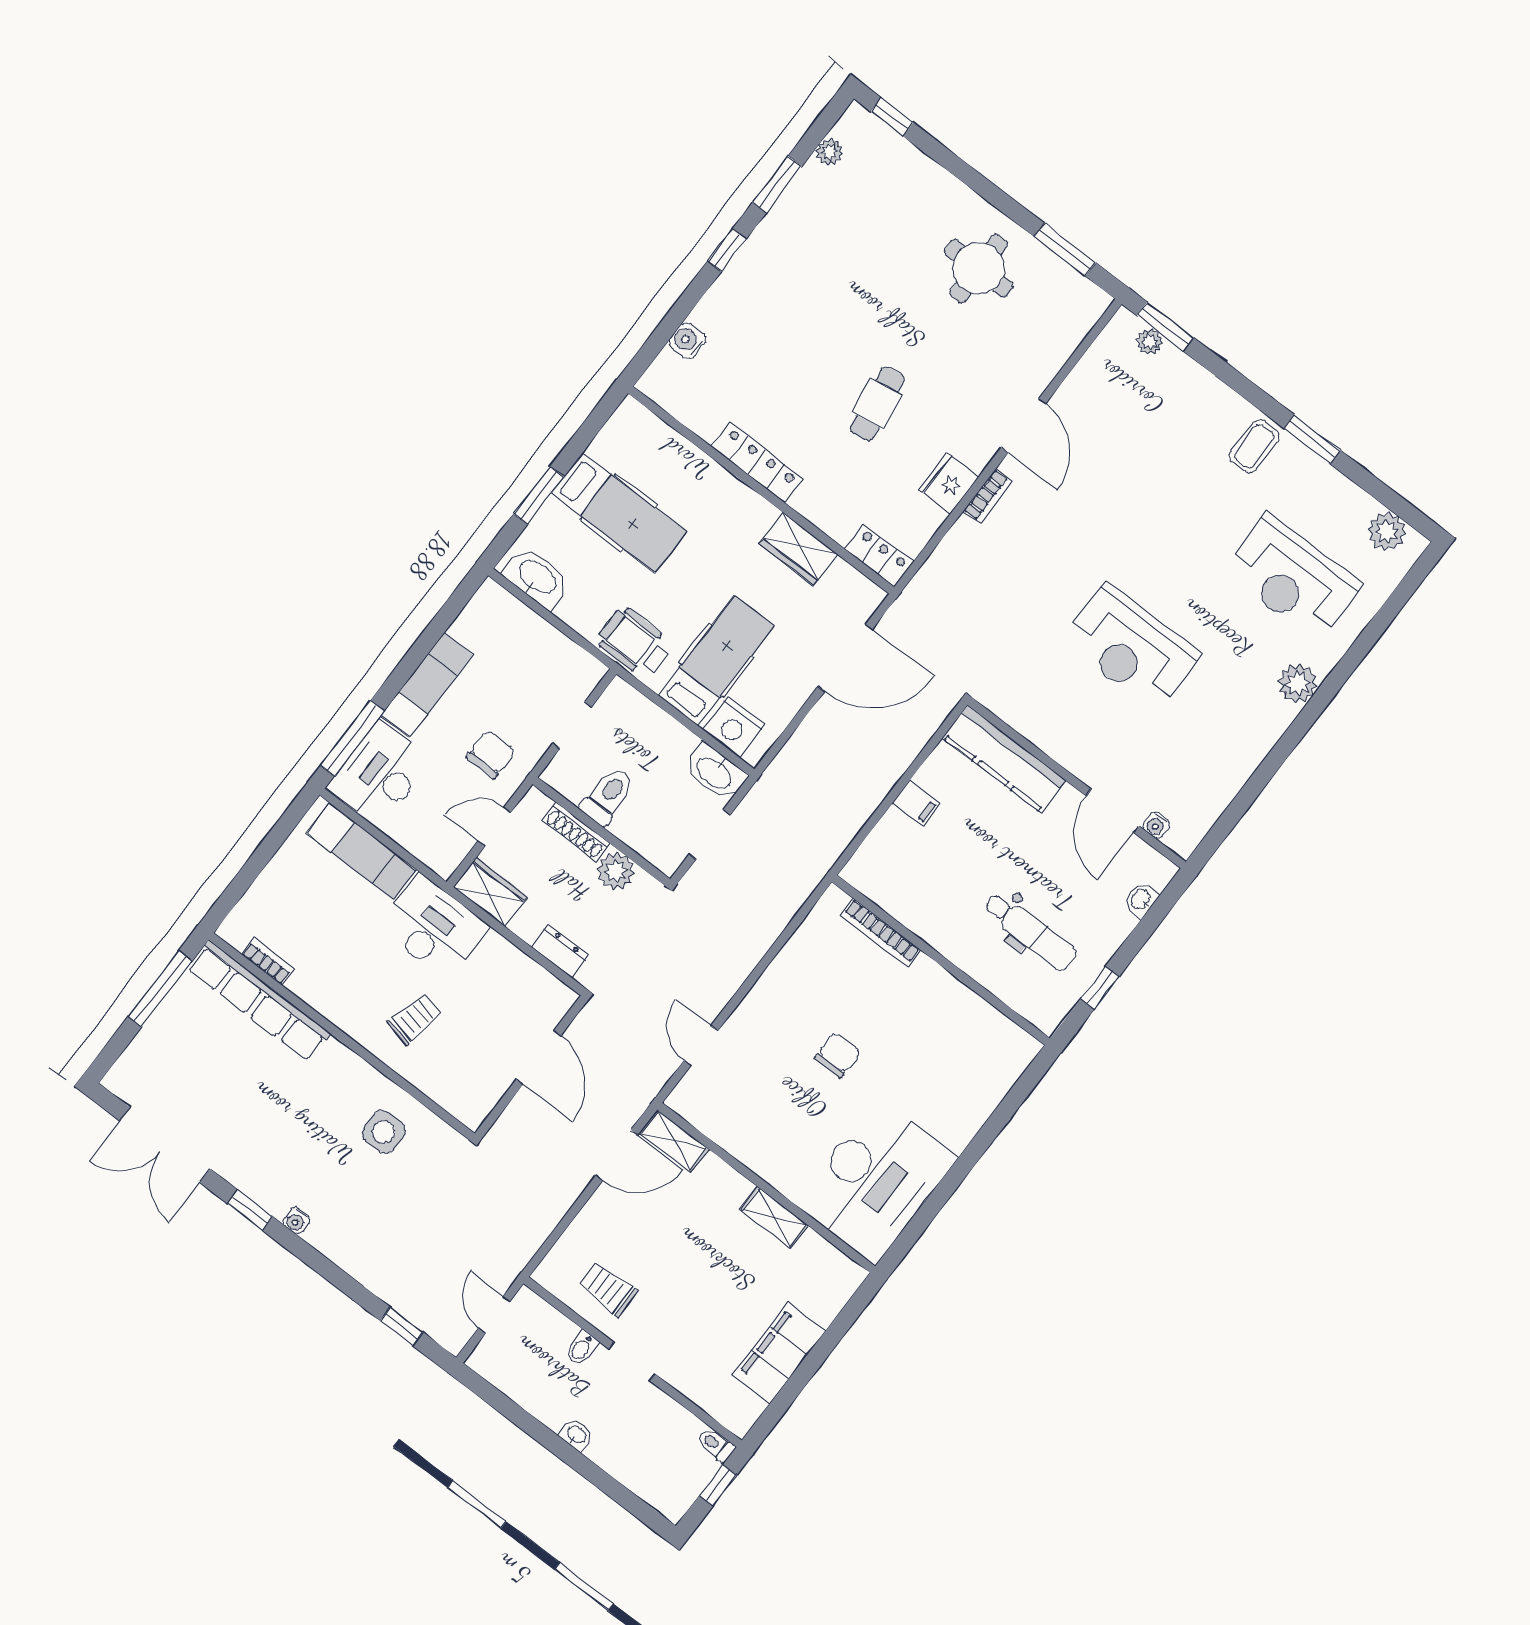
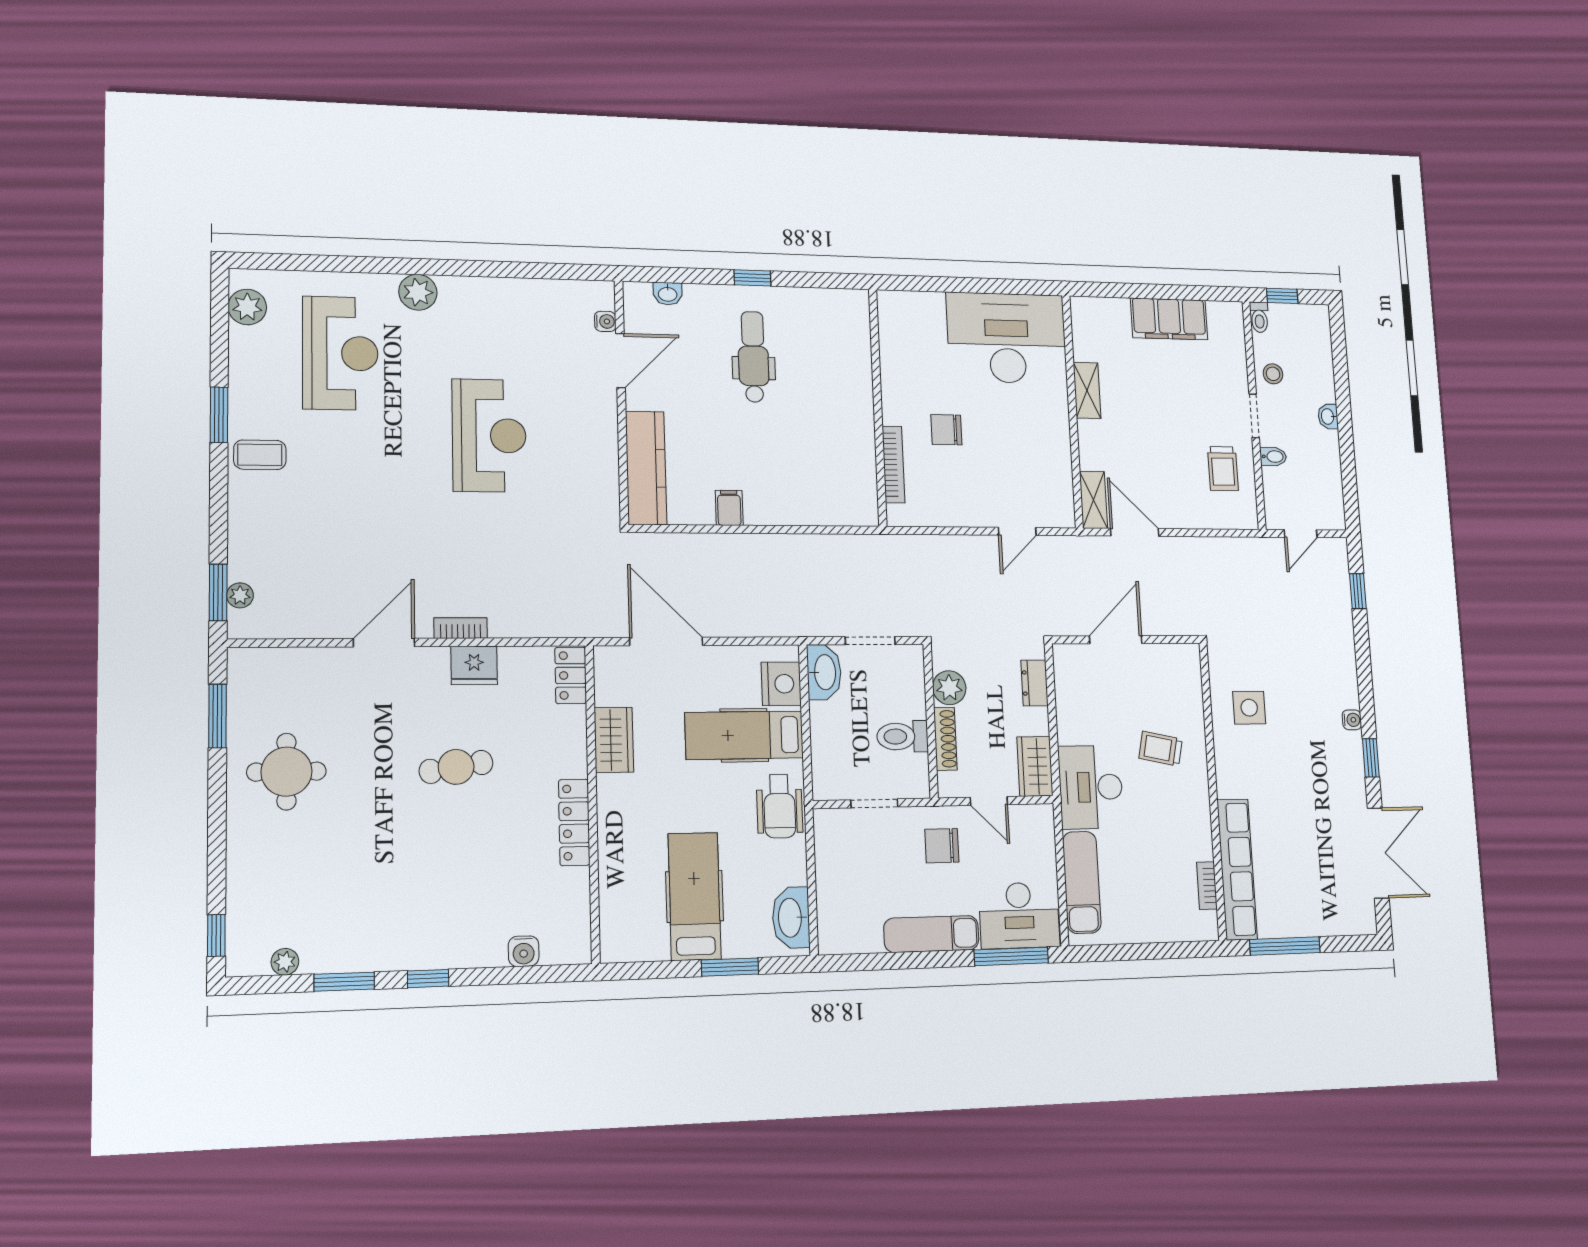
bookcase: (880, 933) -> (893, 465), moved
wall: (941, 960) -> (878, 407), moved
stool: (655, 1413) -> (1273, 374), added

